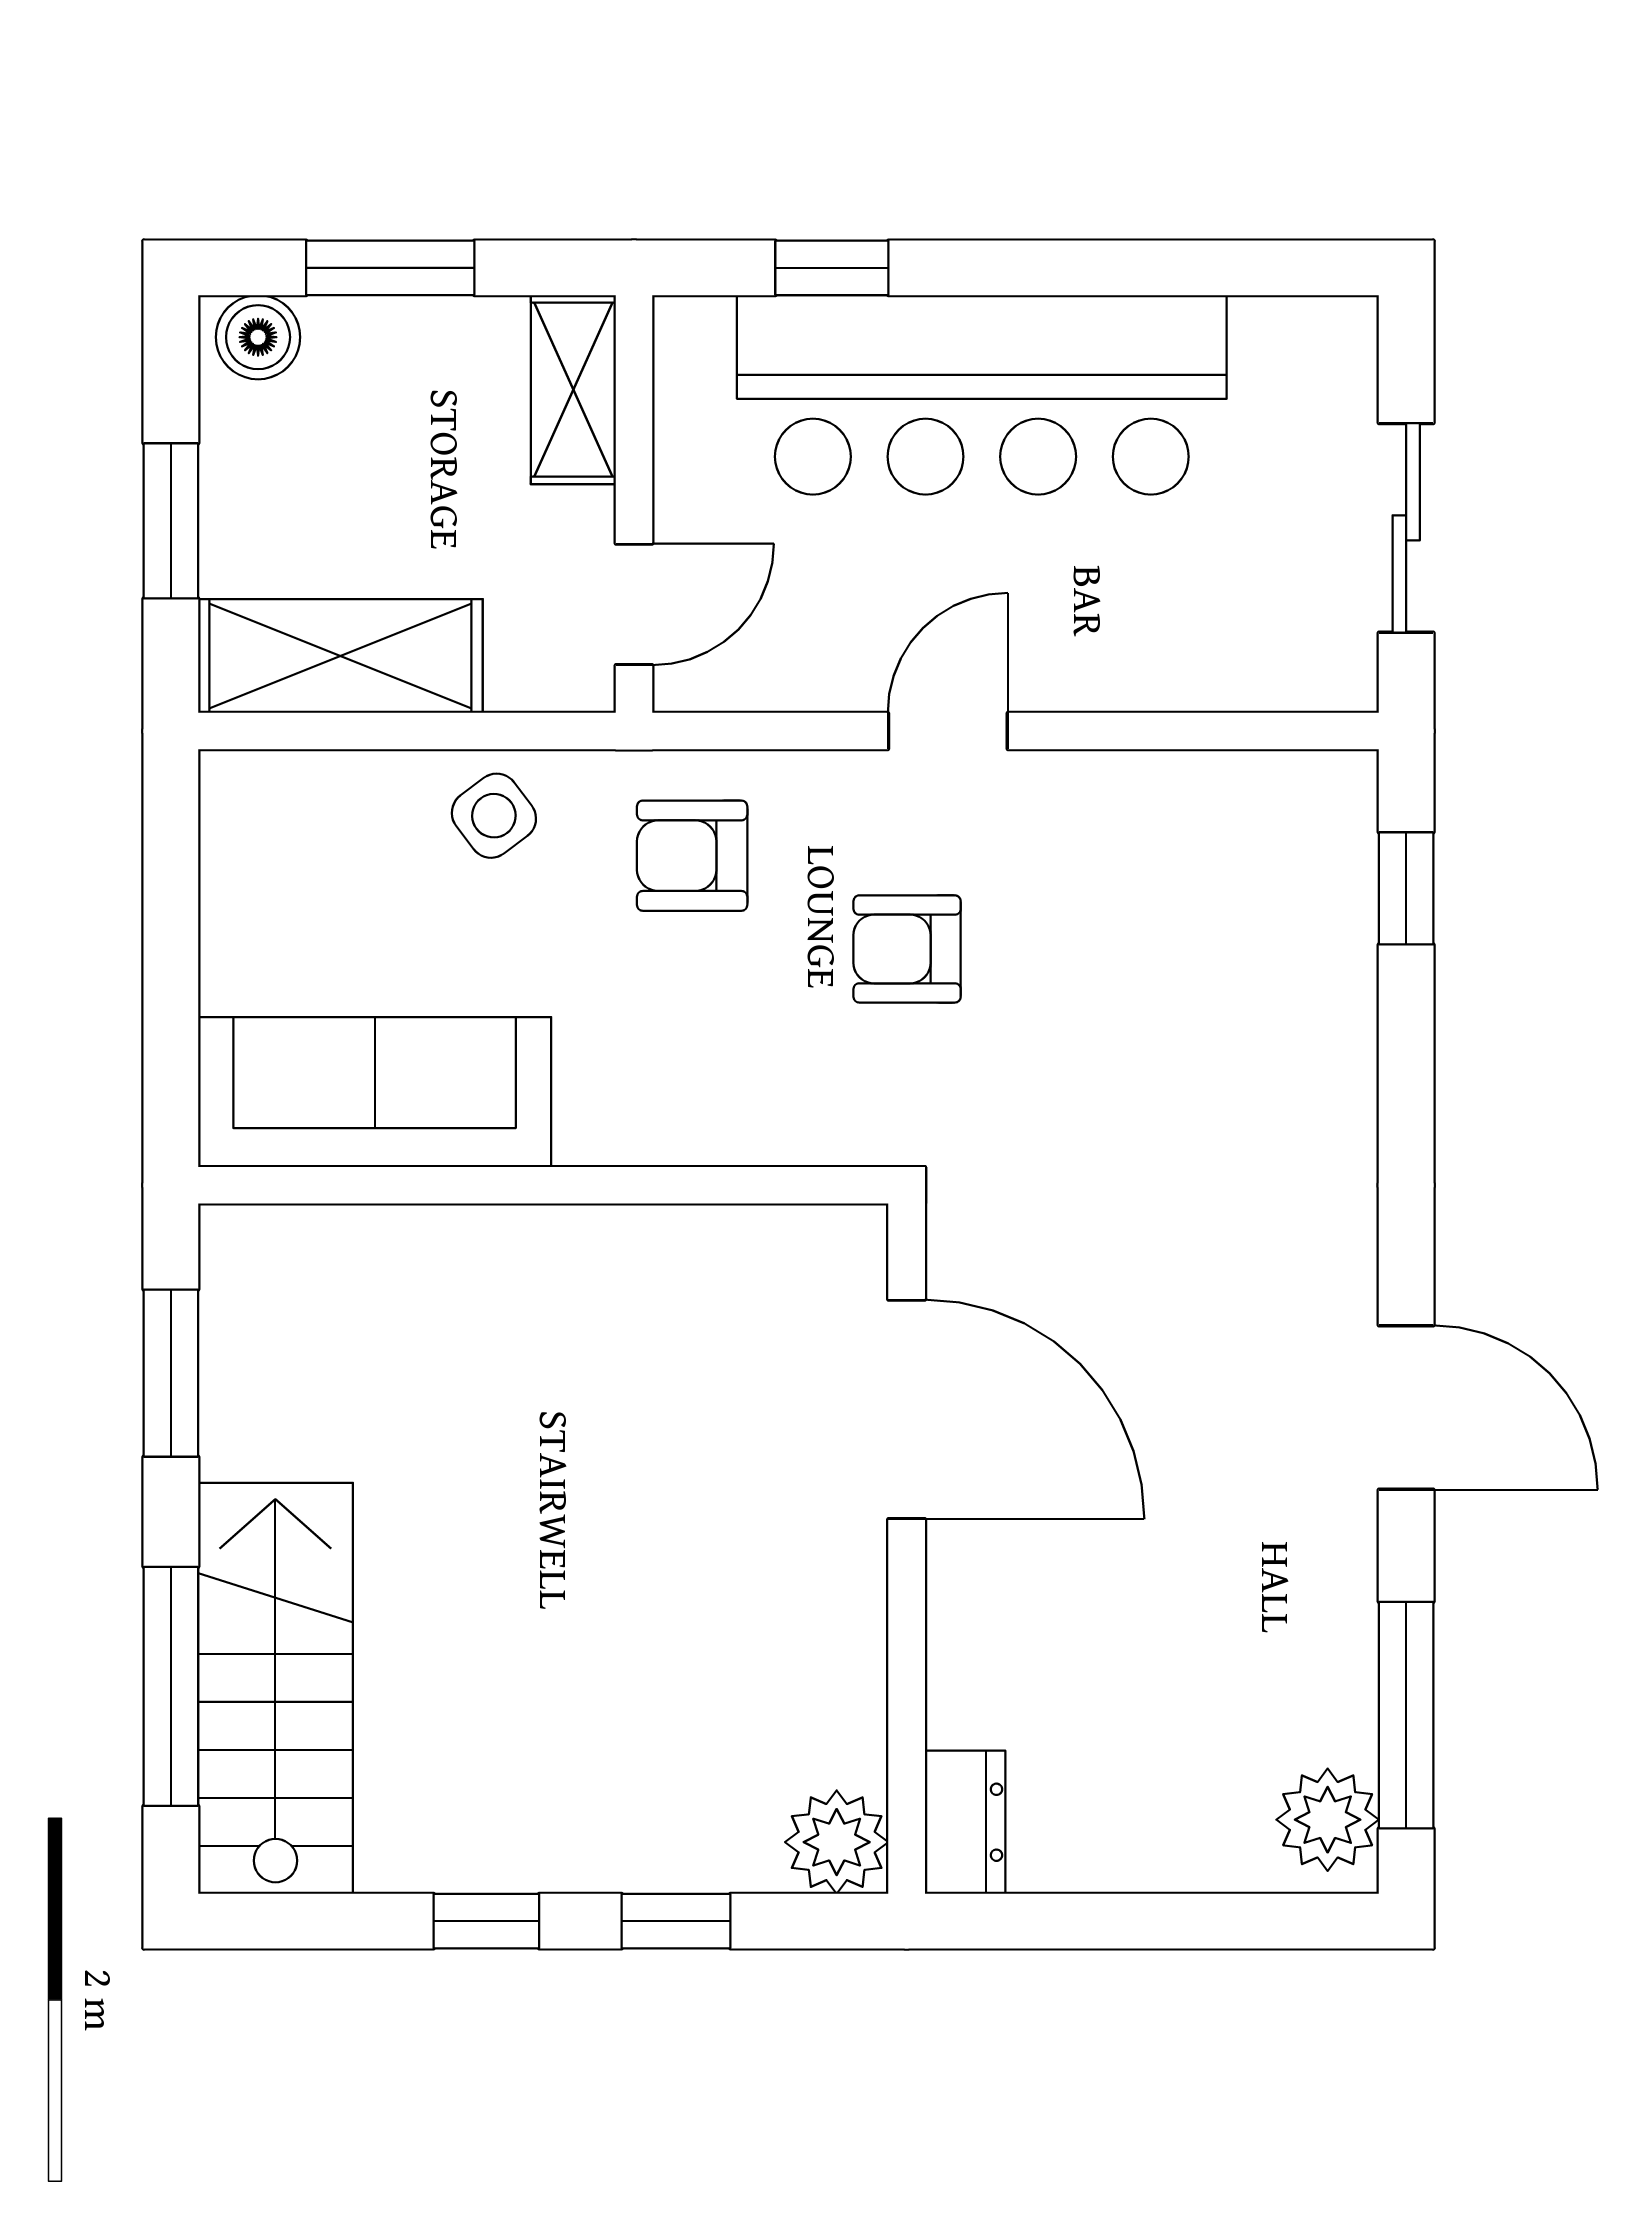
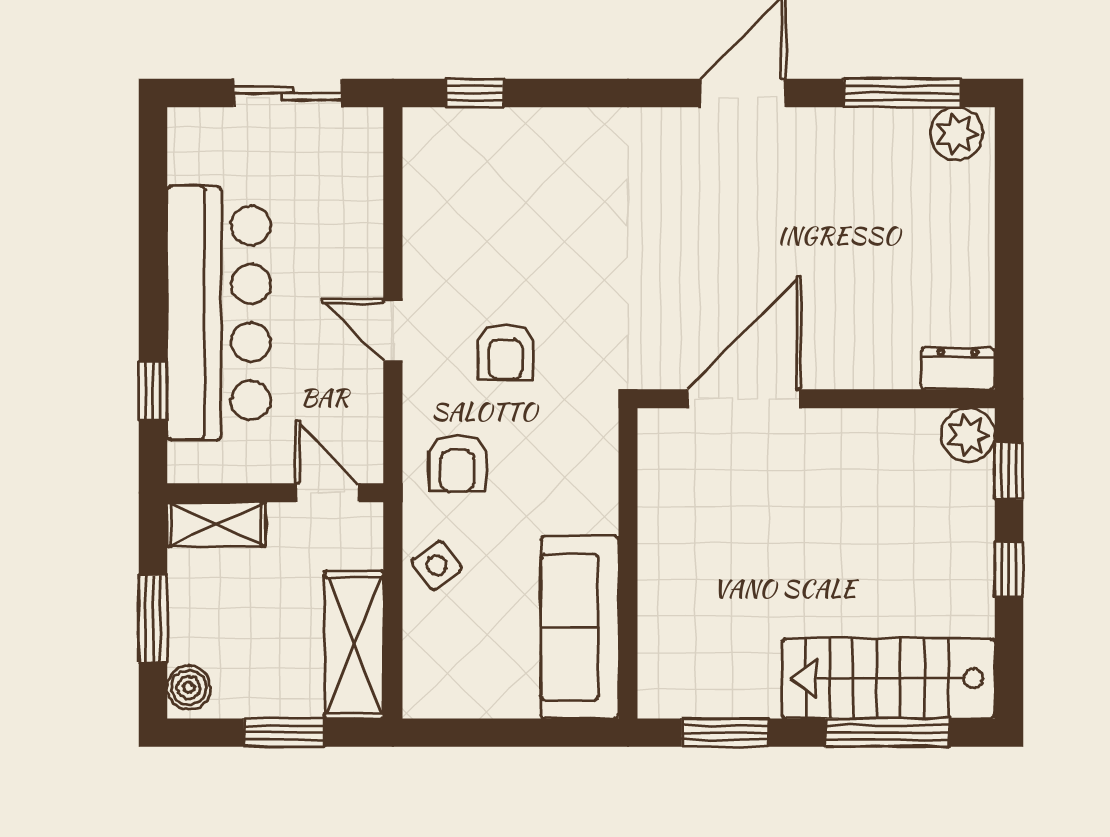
door: (907, 1409) -> (744, 399), moved
wall: (907, 1549) -> (816, 399), moved
dresser: (965, 1822) -> (958, 368), moved
plant: (837, 1842) -> (968, 435), moved

